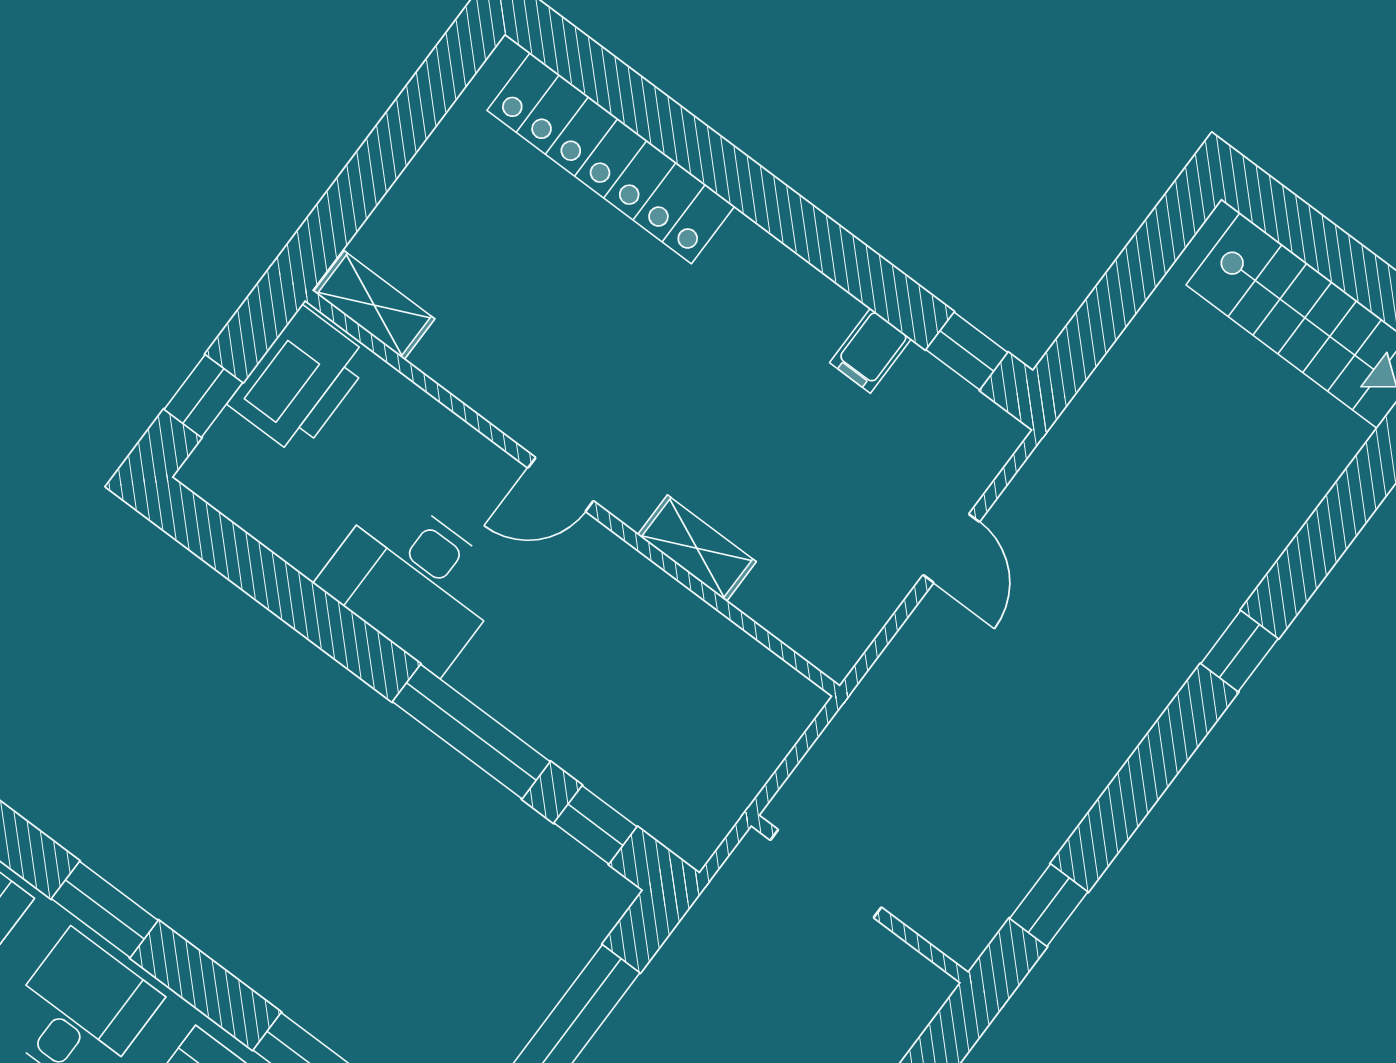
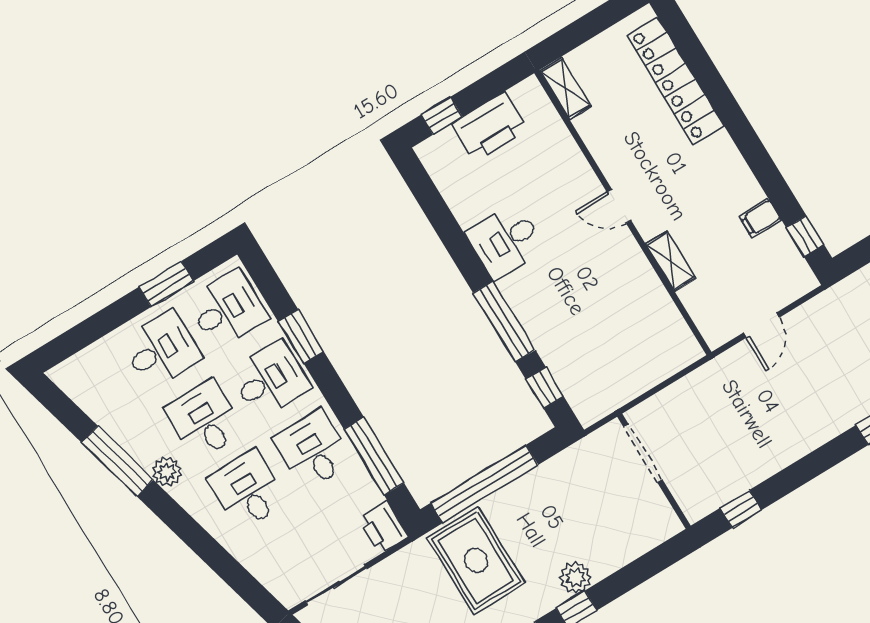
shelving: (374, 305) -> (565, 88), moved
door: (561, 484) -> (619, 206), moved
wall: (572, 493) -> (623, 213), moved
shelving: (697, 548) -> (671, 261), moved
desk: (414, 581) -> (506, 241), width x0.73

